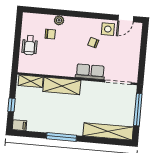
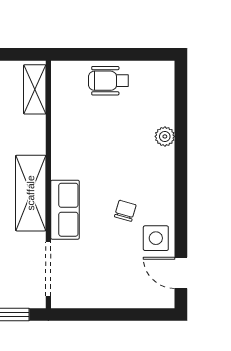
chair: (50, 34) -> (135, 121), removed
shelving: (62, 86) -> (31, 193), moved

